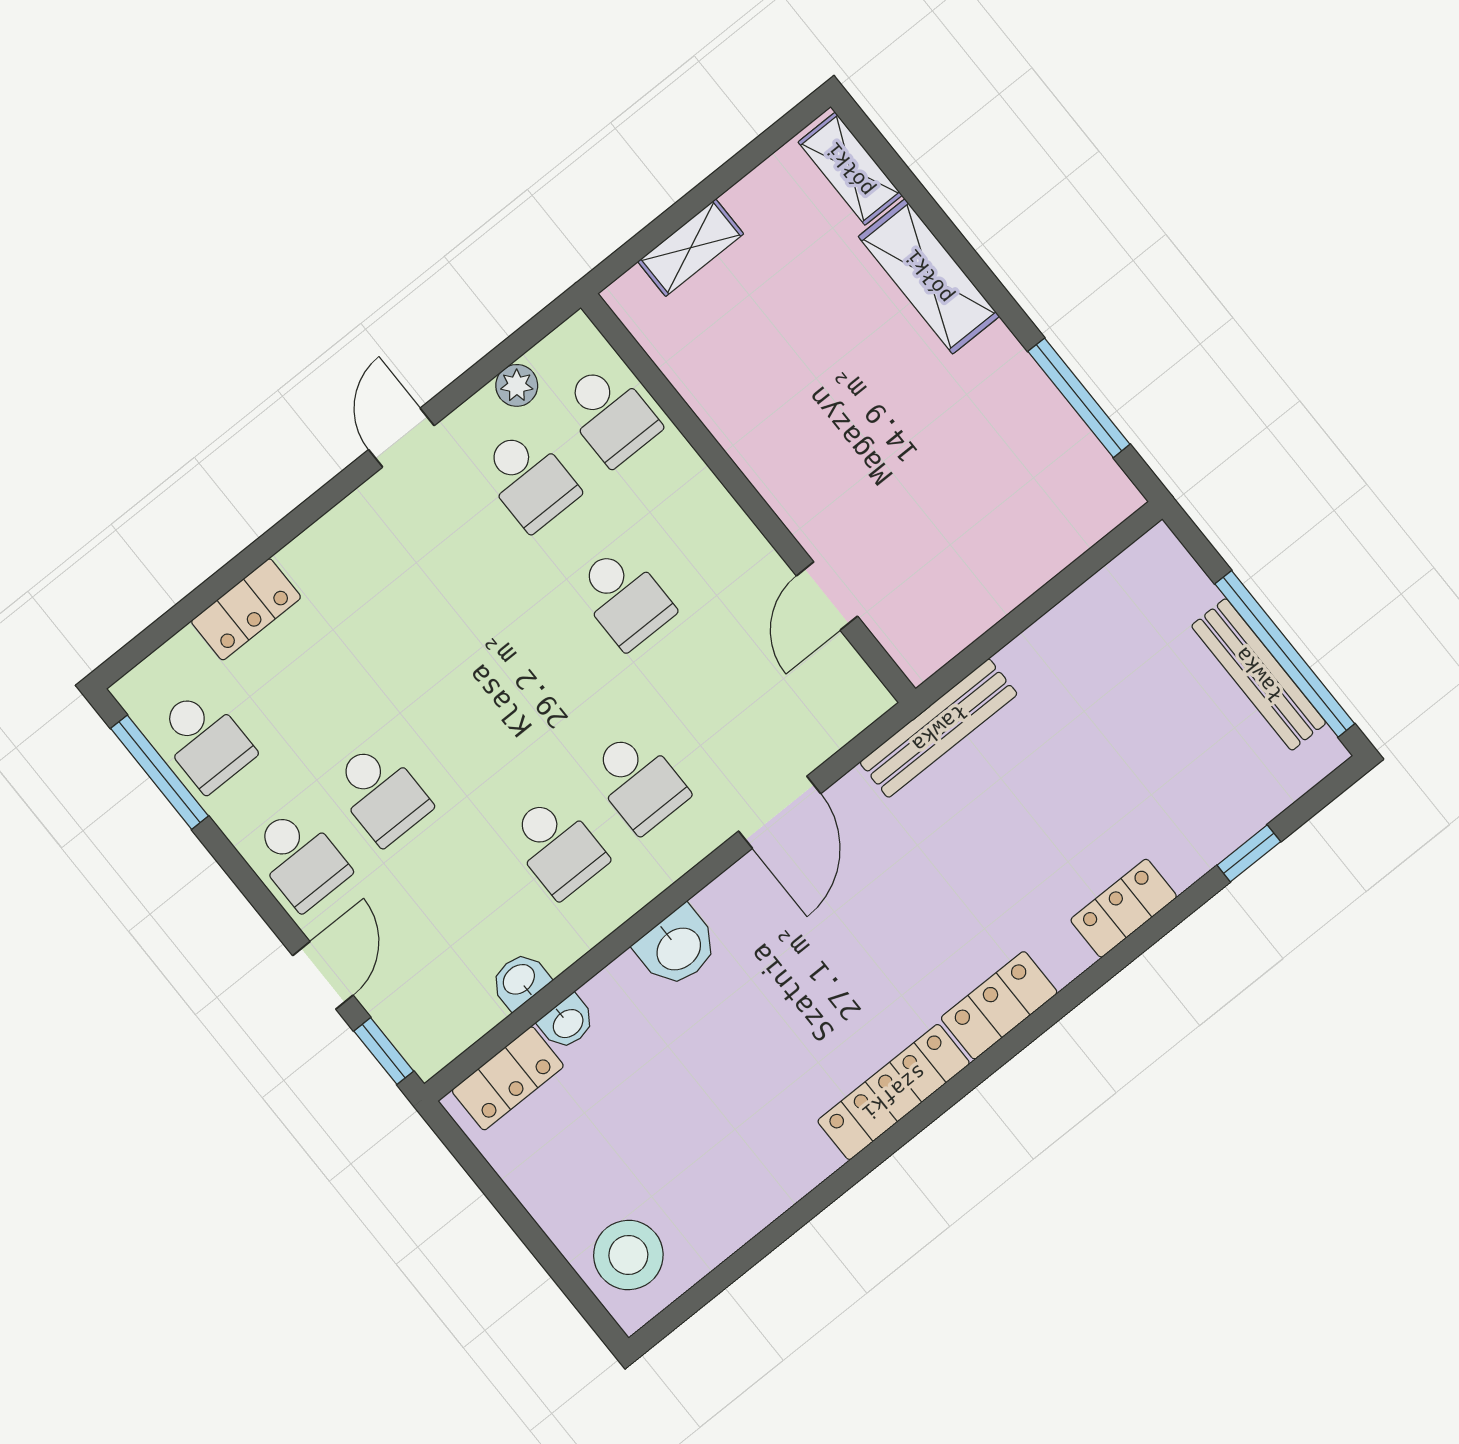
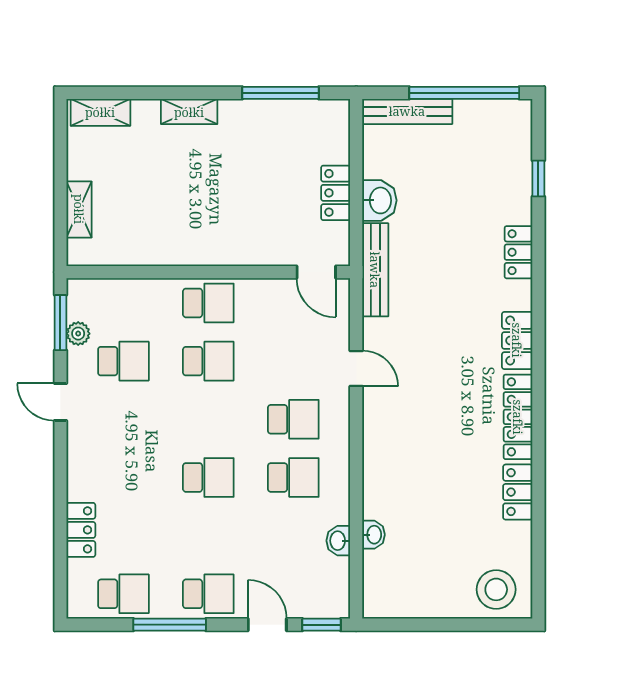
shelving: (929, 276) -> (189, 112), width x0.67, depth x0.75
window: (512, 349) -> (60, 323), added
school desk: (610, 414) -> (208, 303), moved
locker: (1001, 587) -> (336, 193), added
door: (827, 596) -> (316, 272), moved
bench: (1259, 674) -> (407, 111), moved
window: (160, 772) -> (170, 625), moved
school desk: (381, 793) -> (208, 477), moved
door: (780, 812) -> (356, 369), width x0.73
washbasin: (678, 948) -> (379, 200), moved
locker: (508, 1078) -> (518, 492), moved, turned 180

